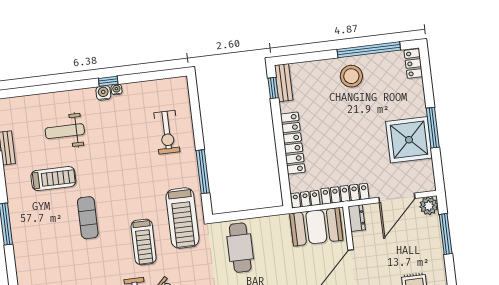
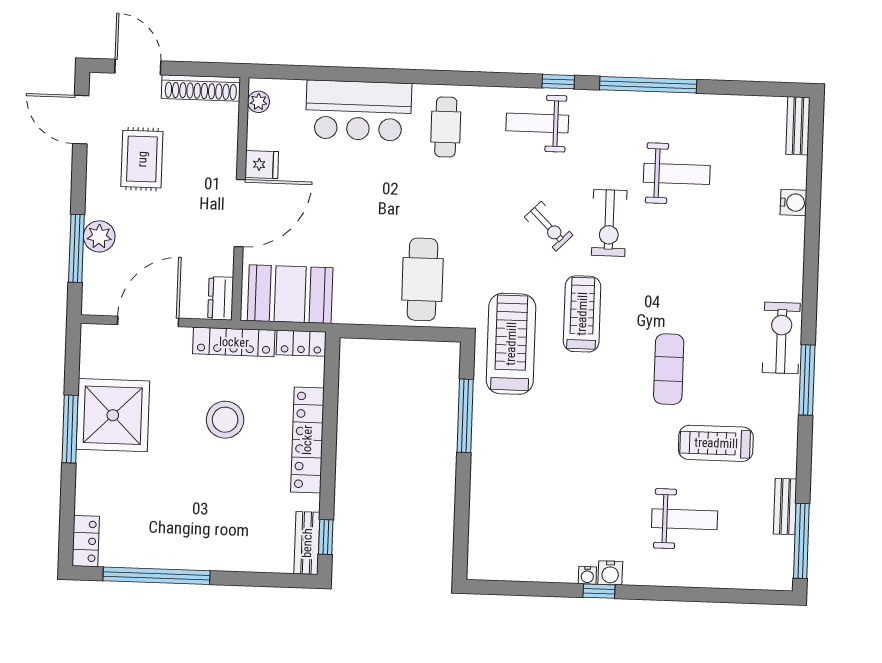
stool: (351, 76) -> (225, 420), moved
exercise bike: (167, 132) -> (781, 338), moved
plant: (429, 206) -> (99, 236), moved

